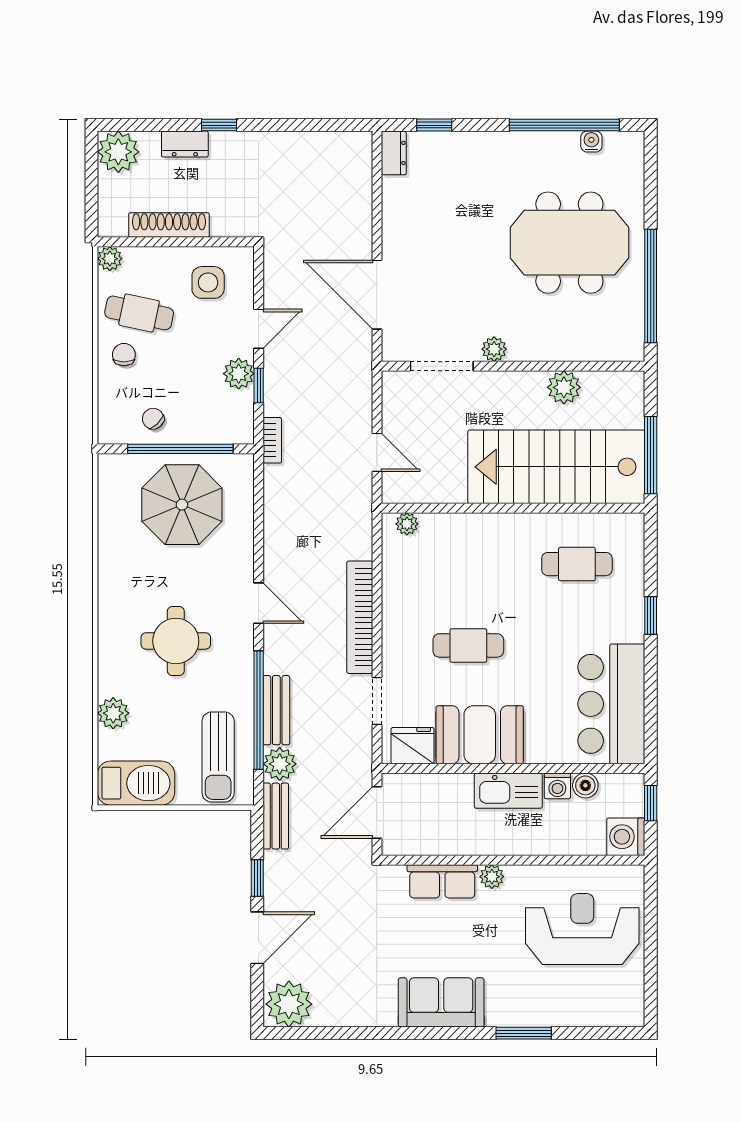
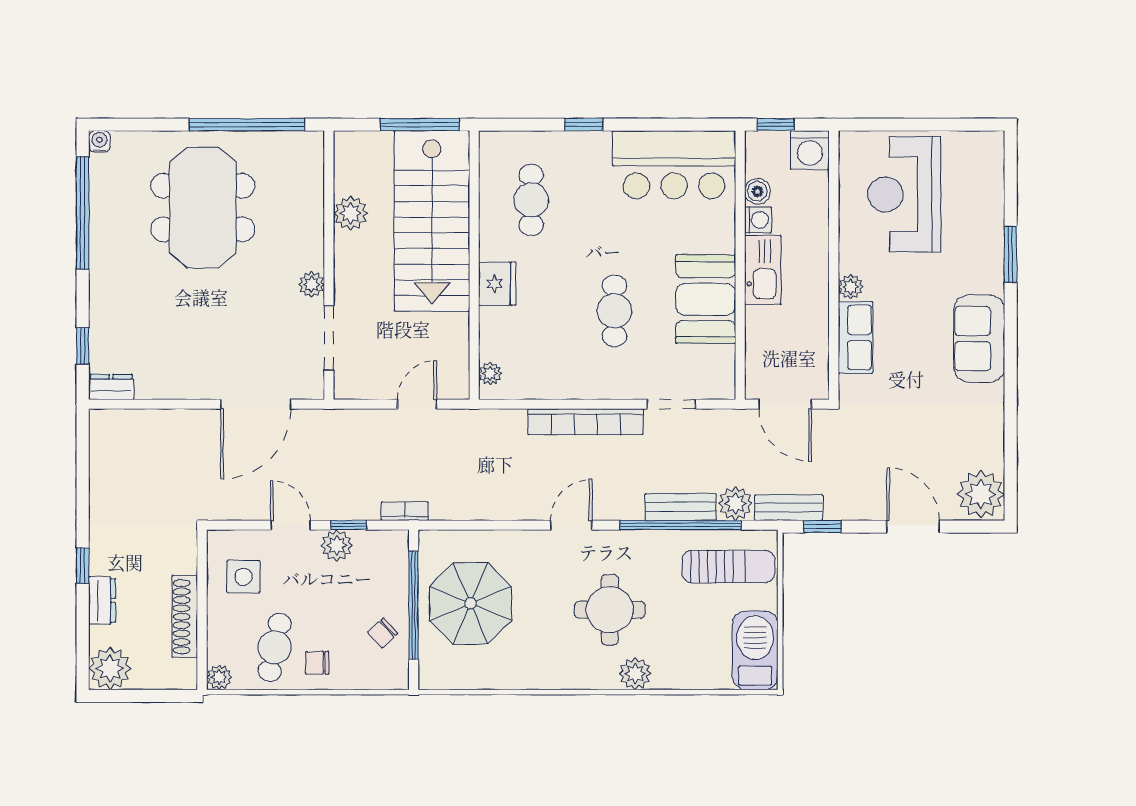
water cooler: (591, 142) -> (99, 141), moved, turned 90
plant: (113, 713) -> (635, 674), moved
fridge: (413, 746) -> (497, 284), moved, turned 180
window: (257, 878) -> (822, 527), moved

